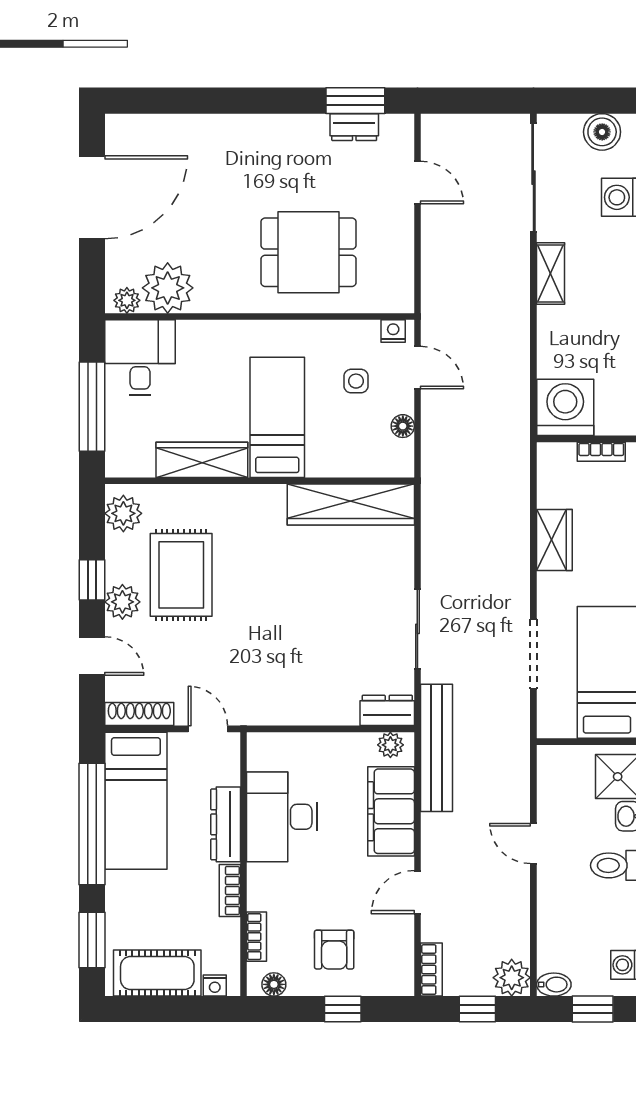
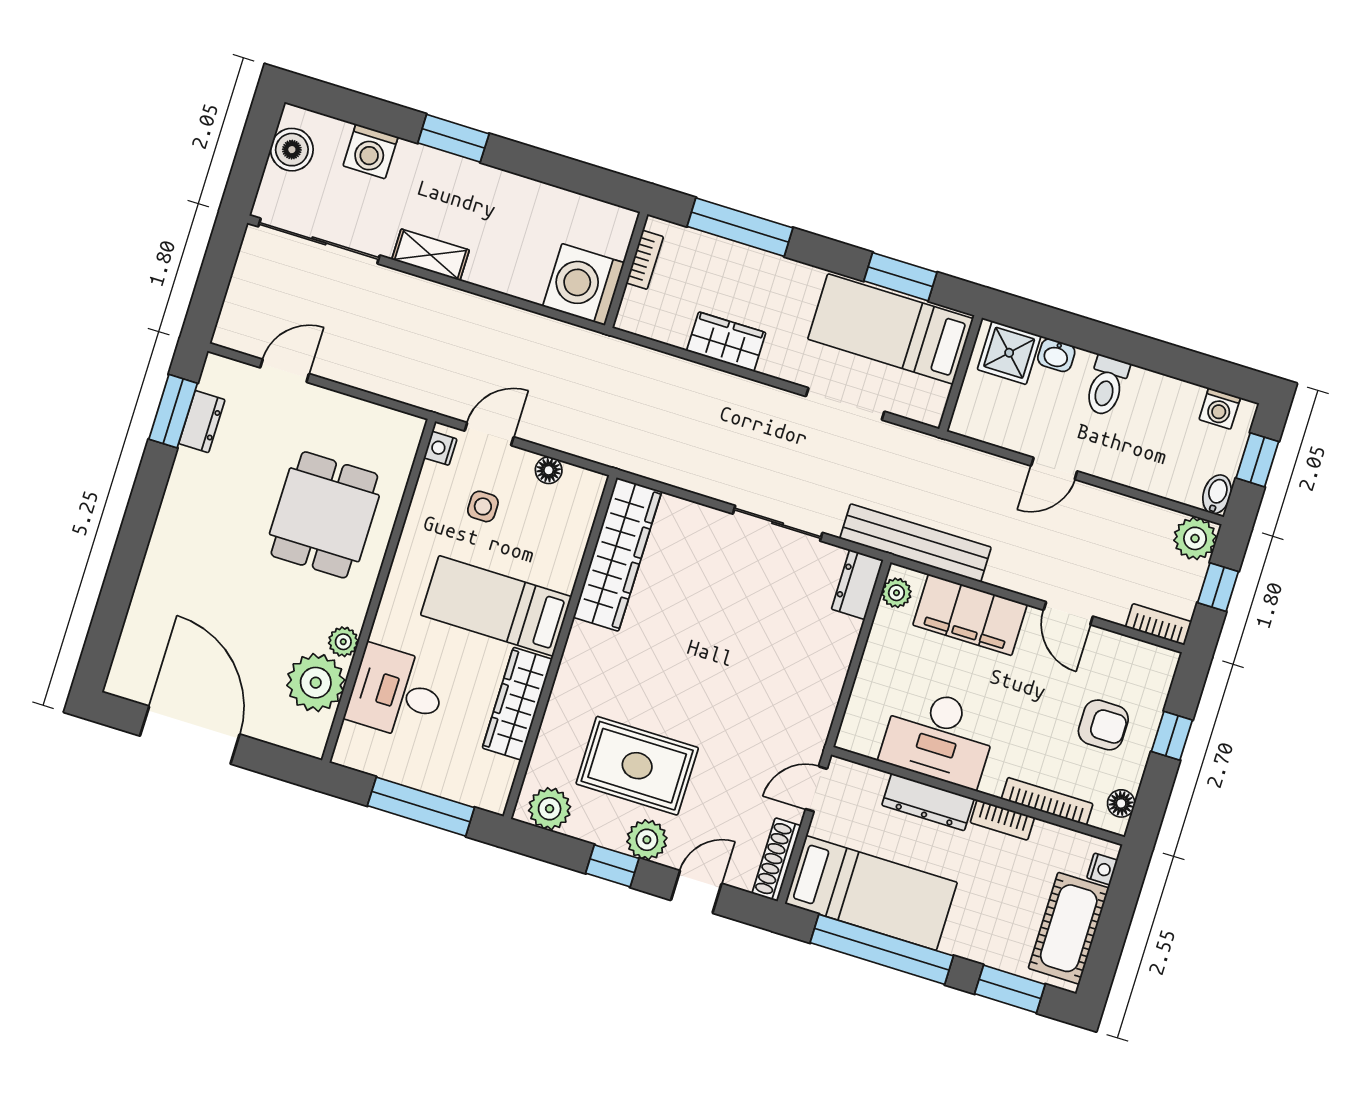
plant: (127, 300) -> (343, 642), moved
desk: (140, 357) -> (397, 693), moved
bookcase: (257, 937) -> (1047, 801), width x1.56

